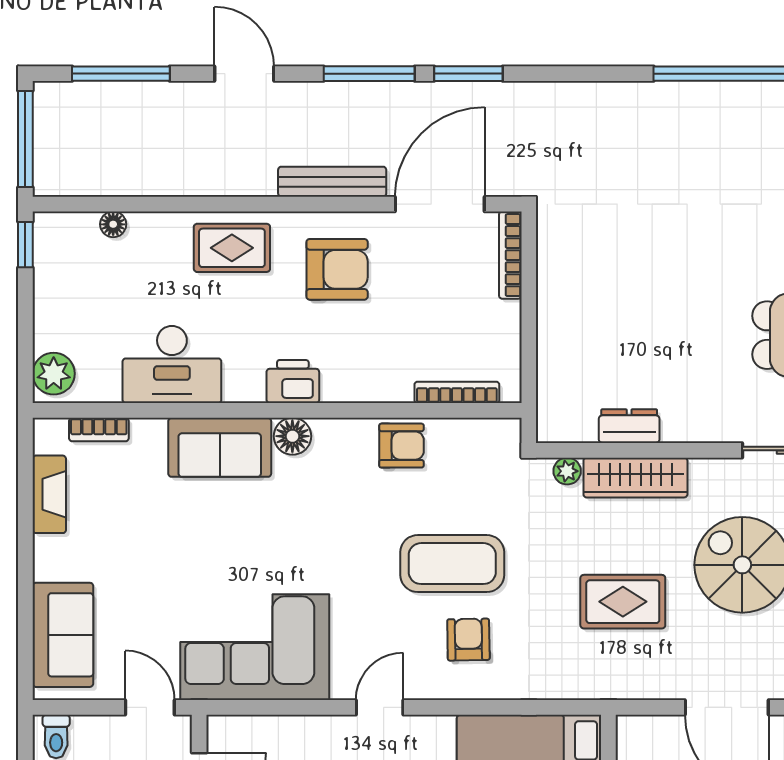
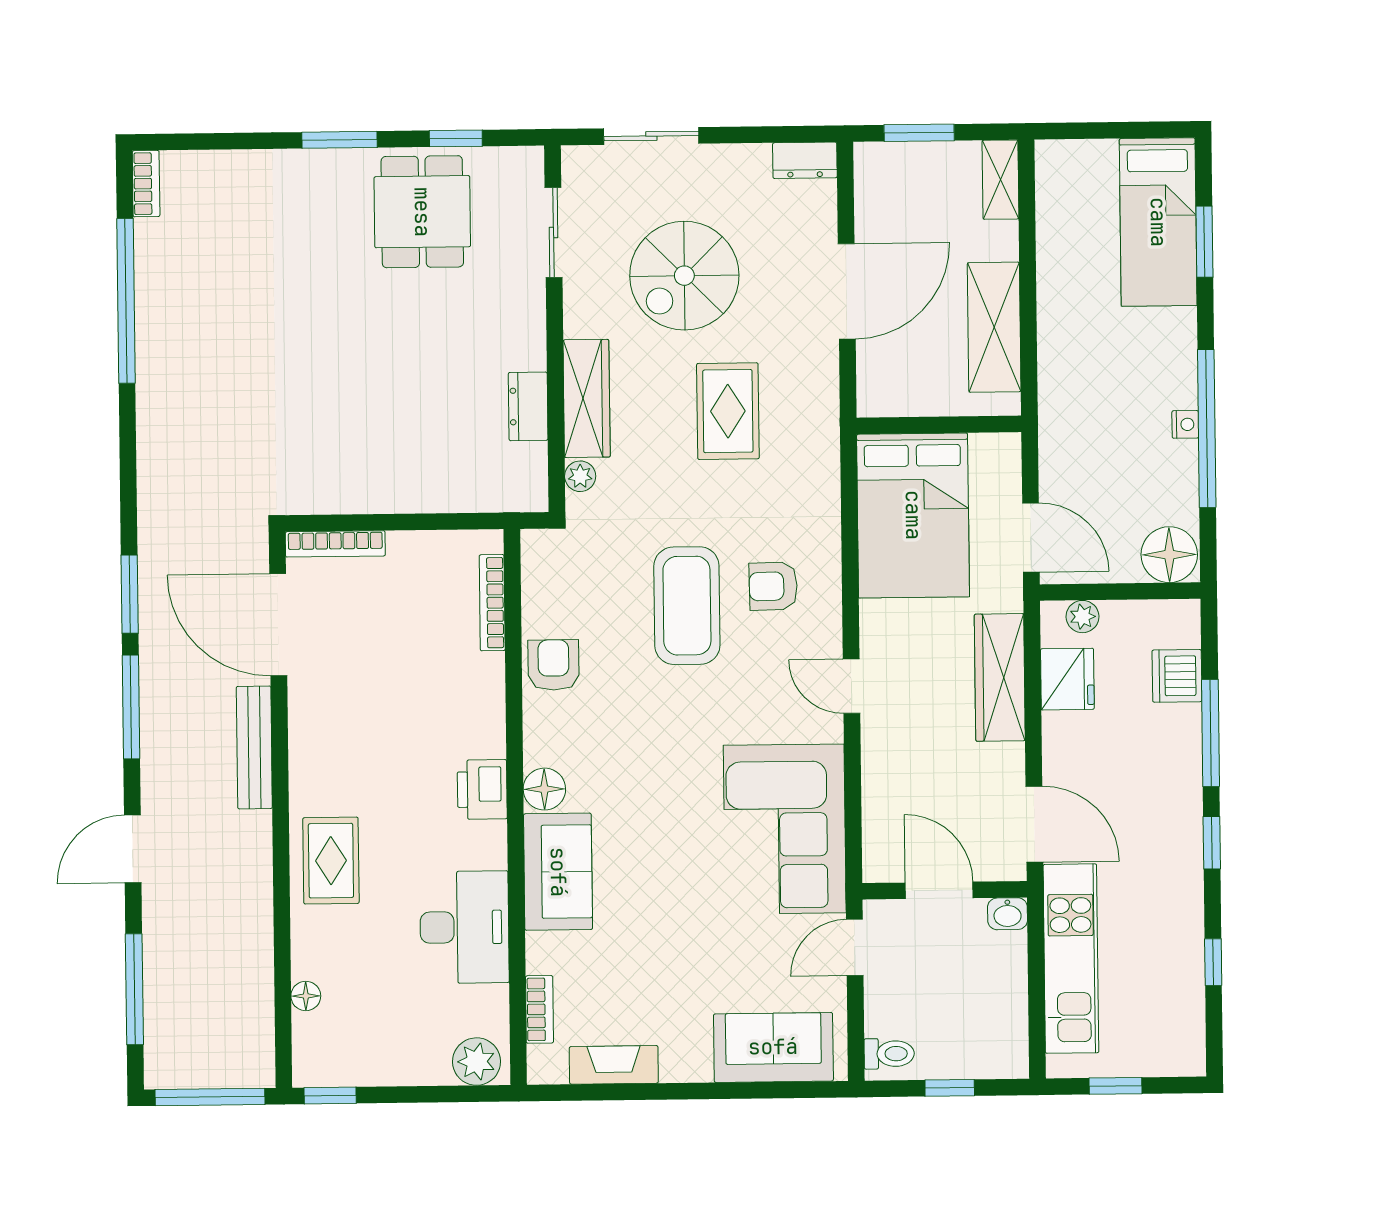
armchair: (337, 269) -> (354, 741), removed

